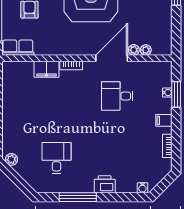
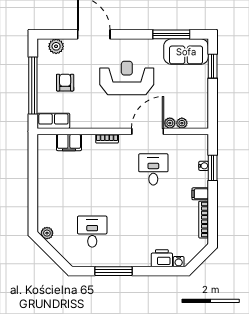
filing cabinet: (47, 69) -> (69, 142), moved
desk: (117, 96) -> (153, 169), turned 90
bookcase: (167, 146) -> (204, 220), width x1.56
printer: (105, 184) -> (162, 258), moved

